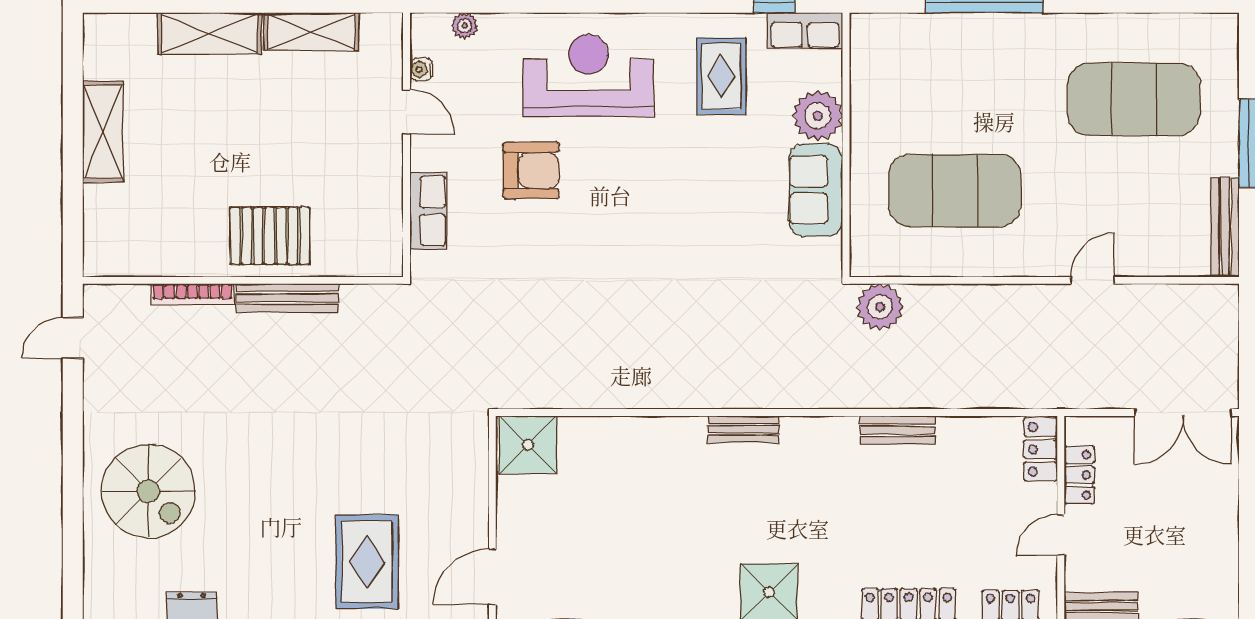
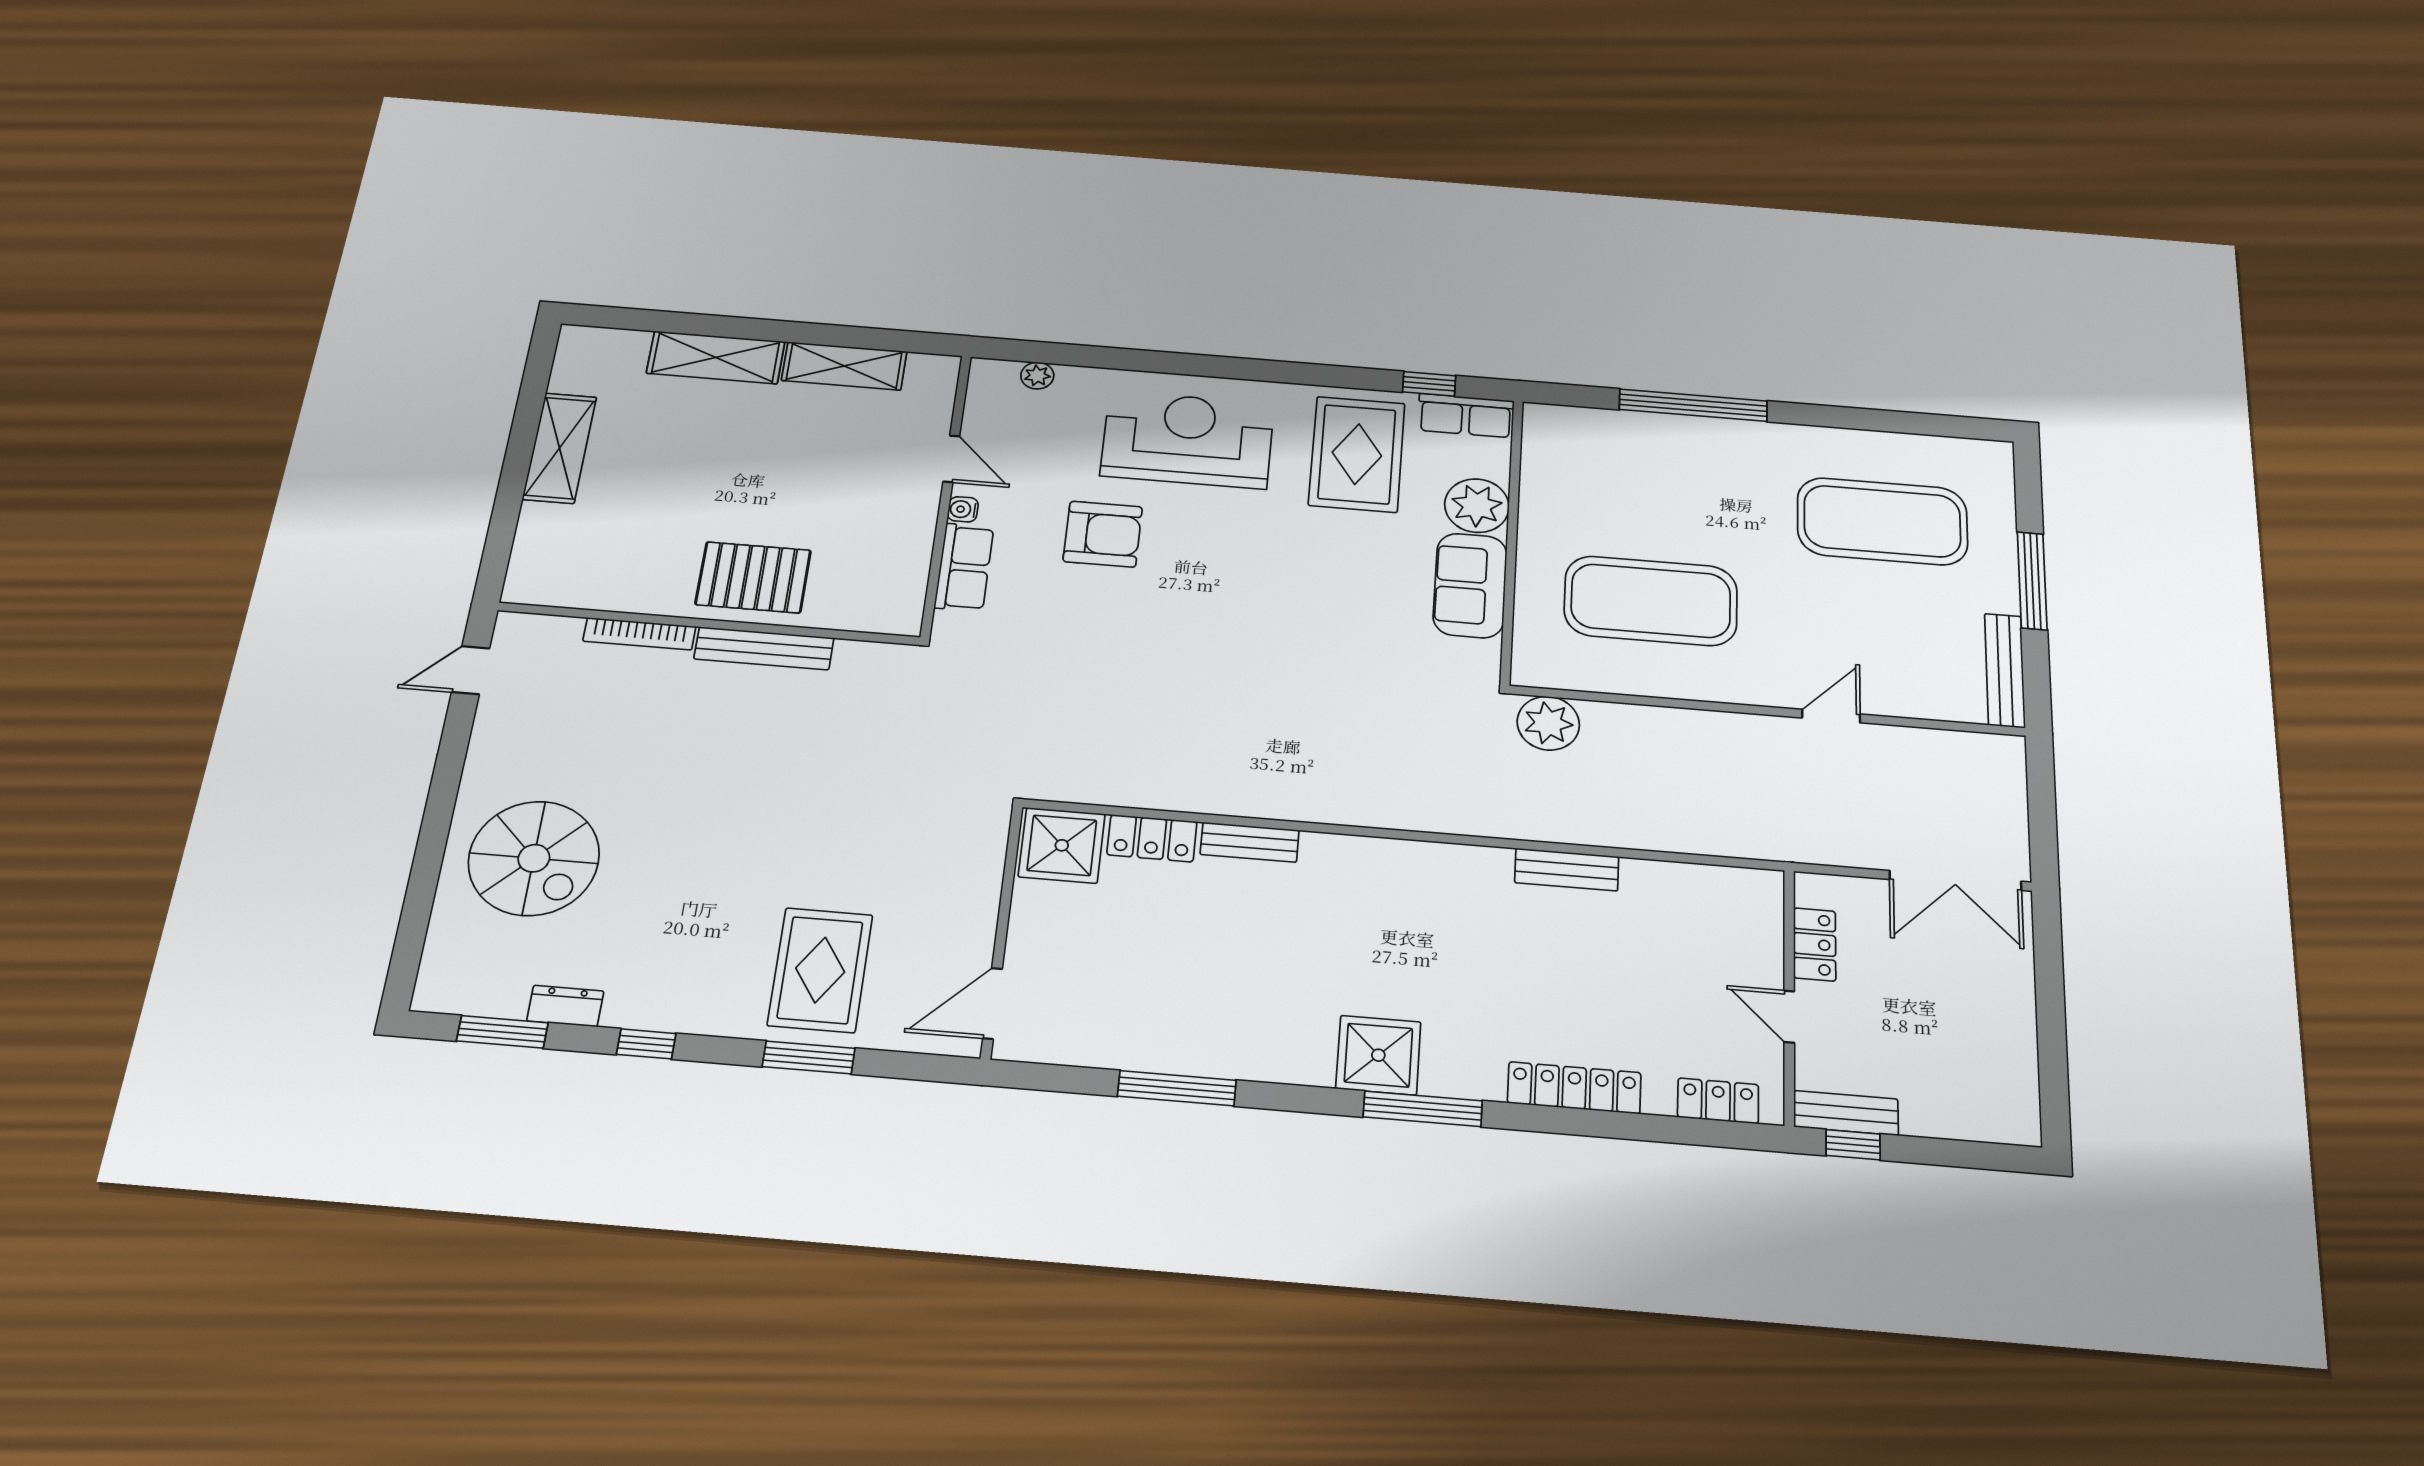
water cooler: (421, 69) -> (963, 509), moved
rug: (722, 76) -> (1357, 454), width x1.36, depth x1.43
bench: (743, 429) -> (1250, 842), moved
locker: (1041, 449) -> (1152, 838), moved, turned -90
door: (1061, 535) -> (1789, 1017), hinge flipped

